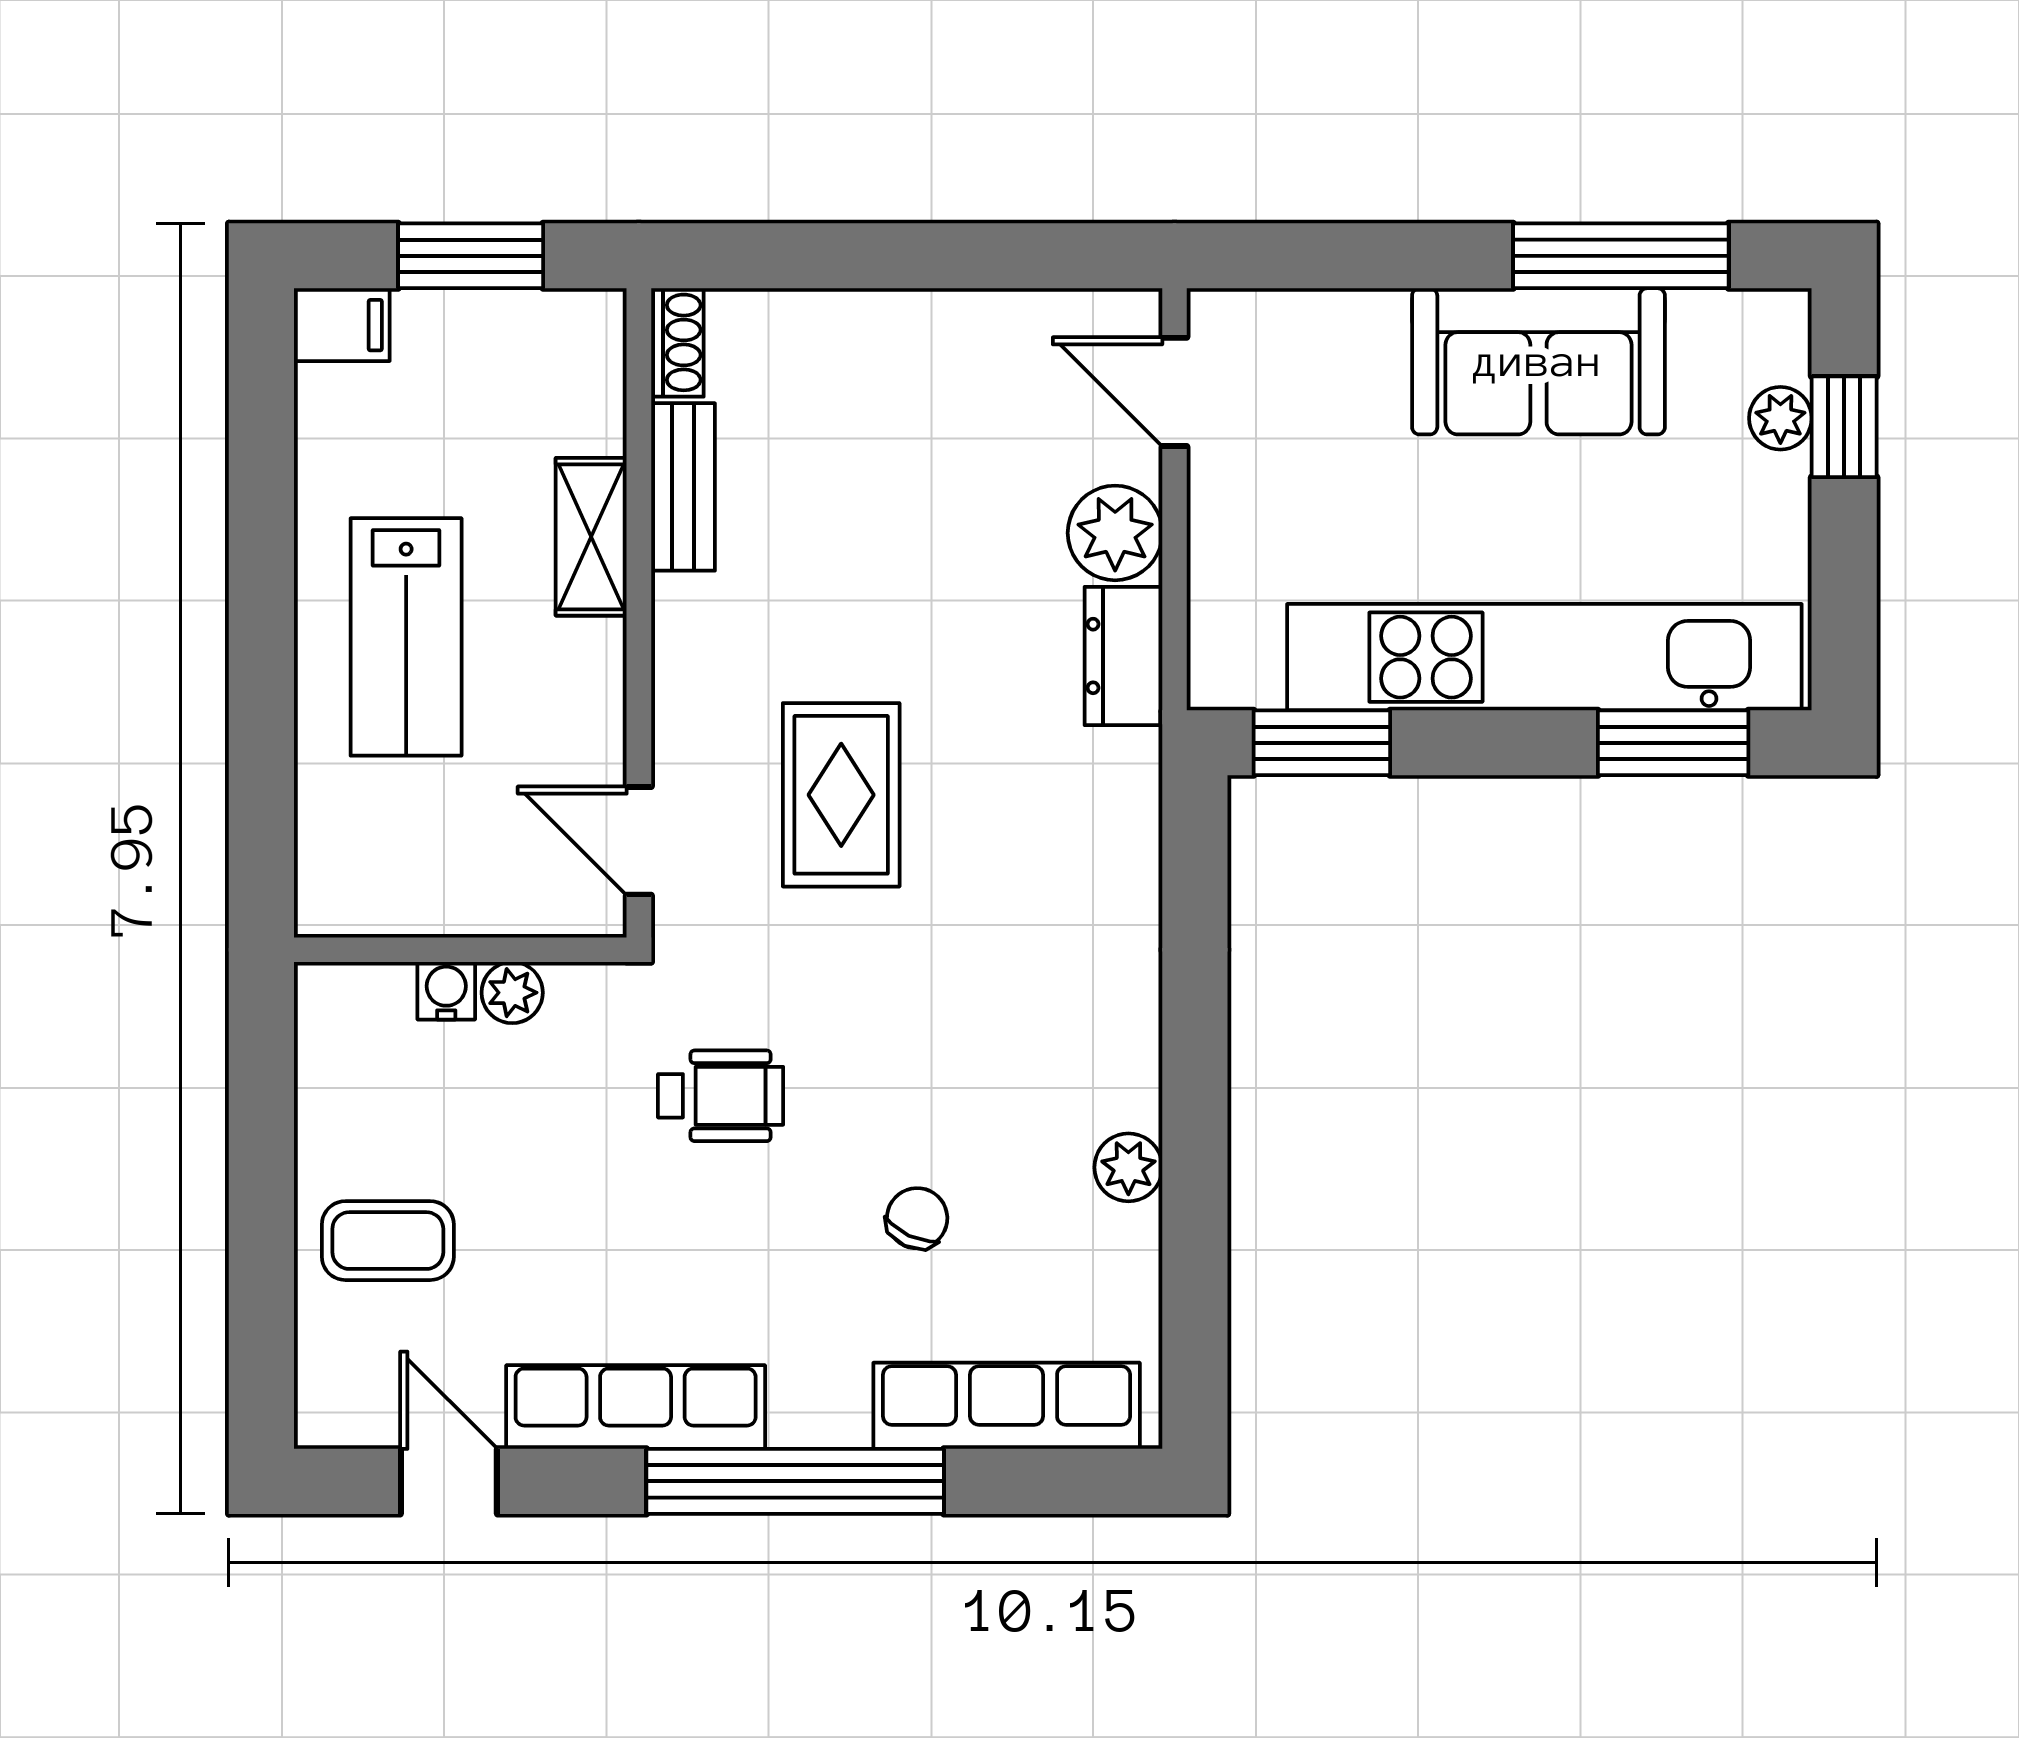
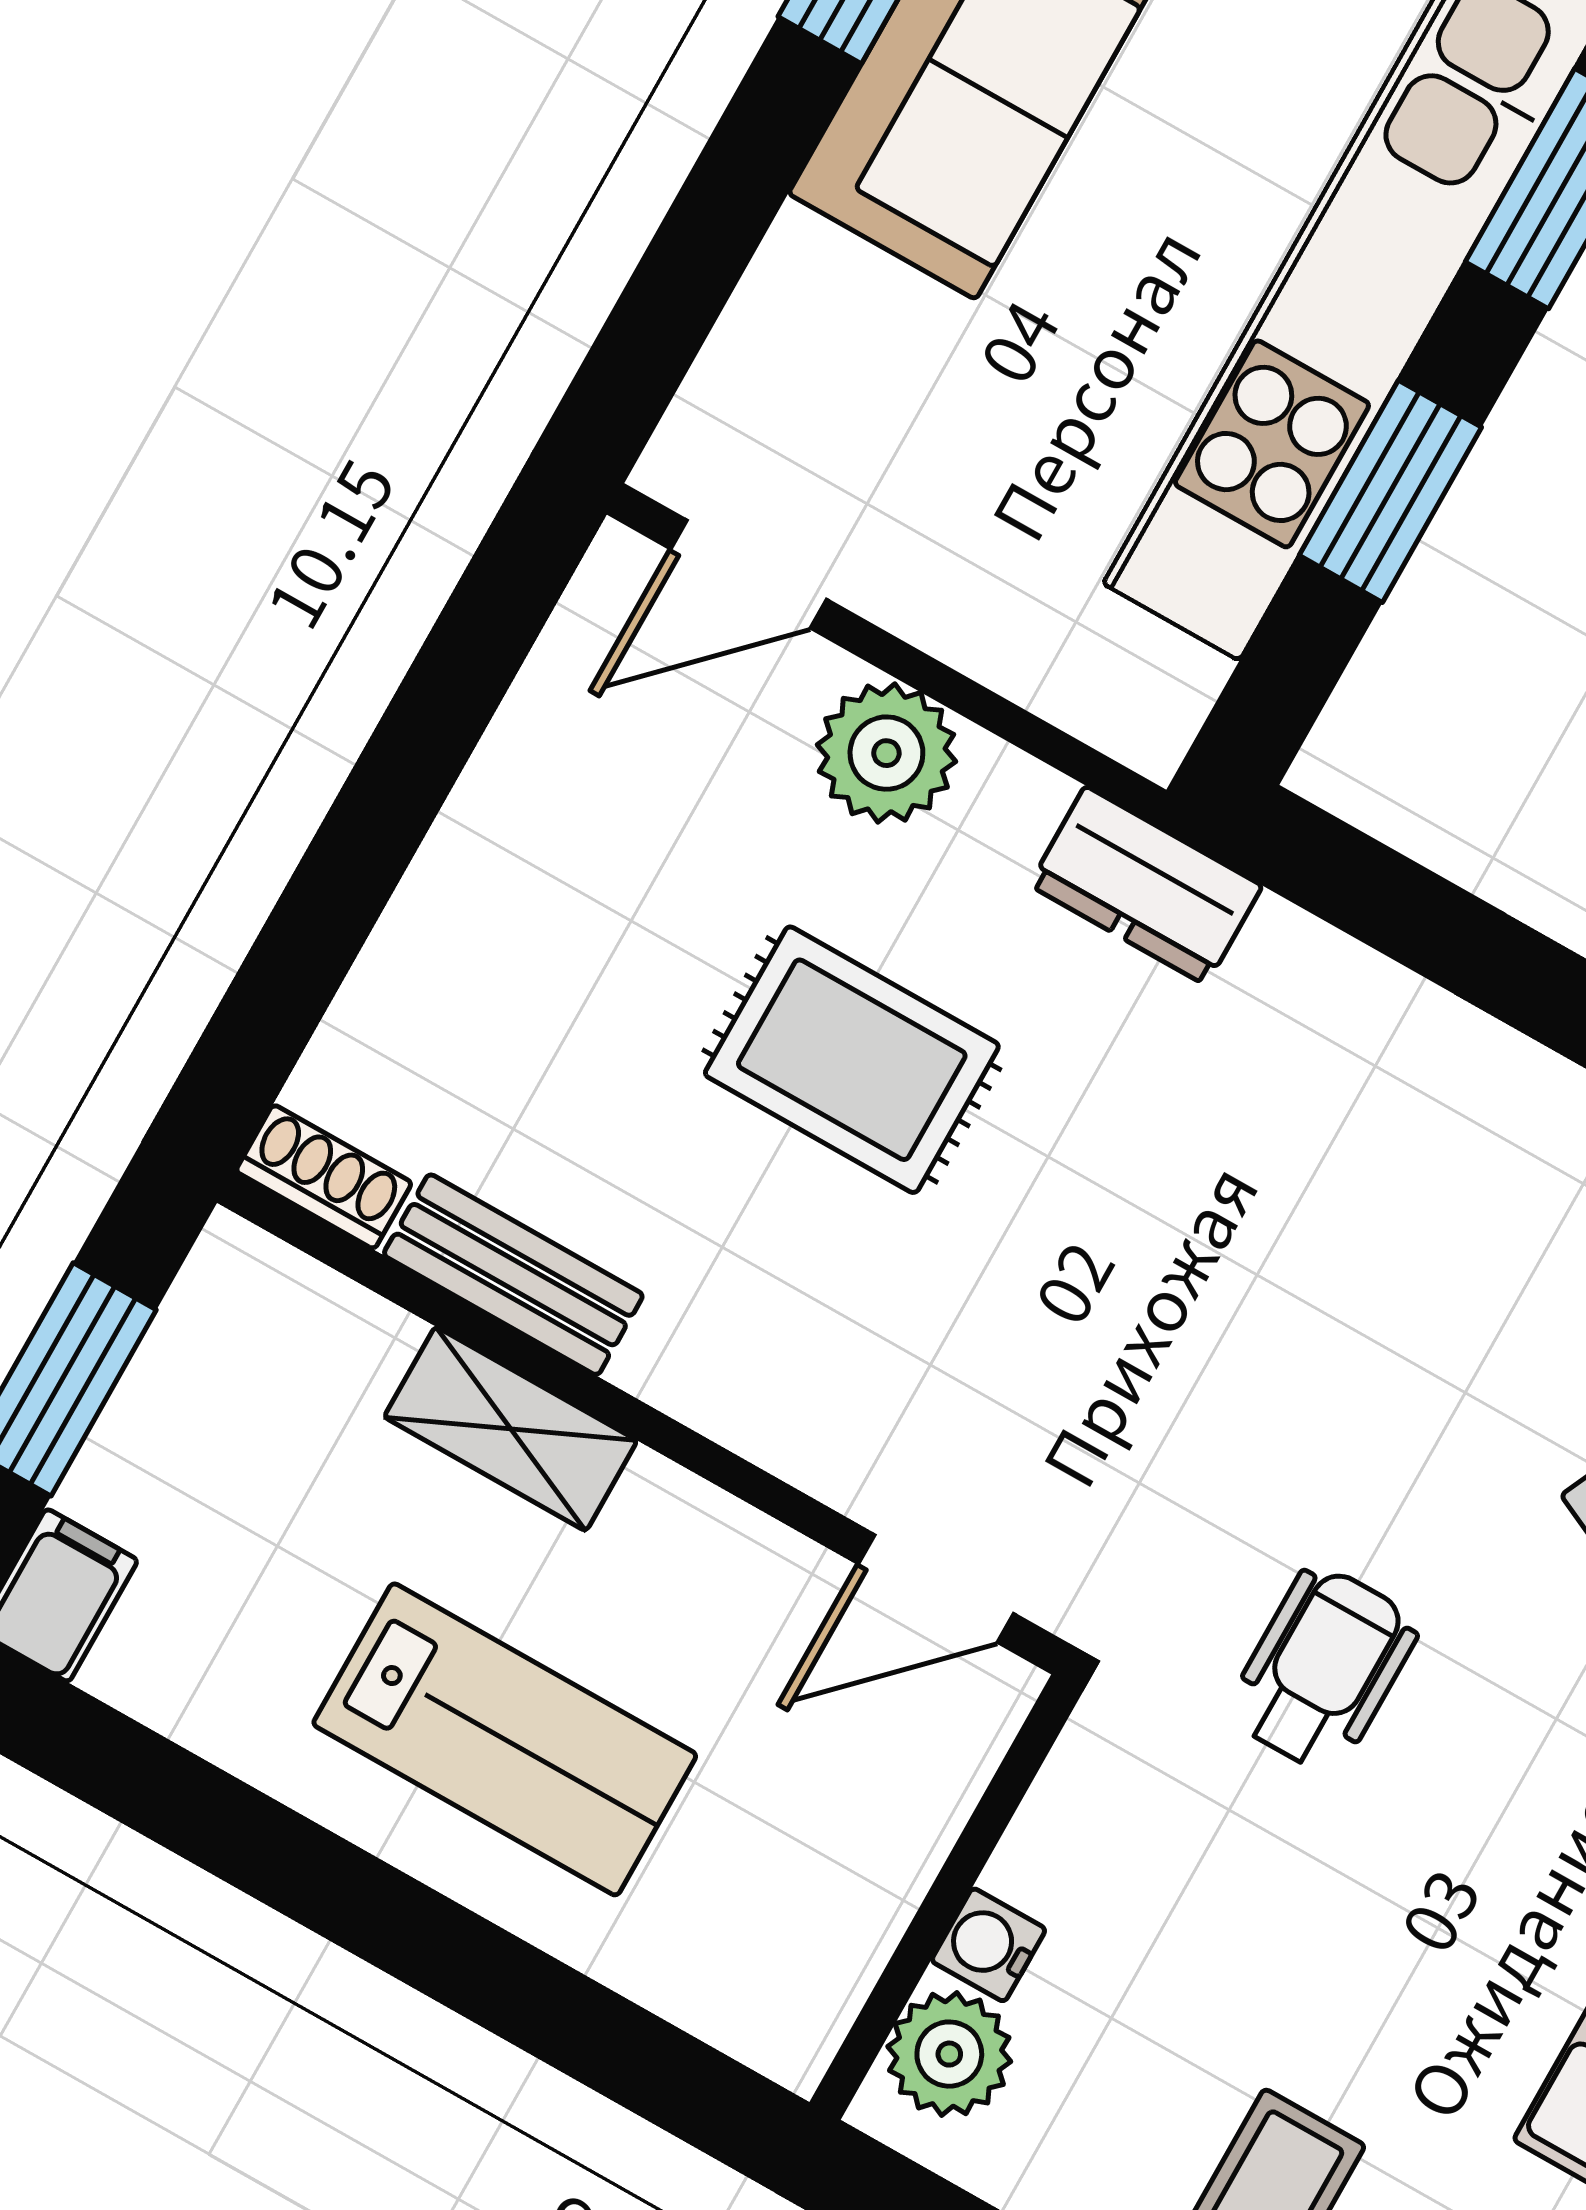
dresser: (1123, 656) -> (1146, 885), moved
window: (1322, 743) -> (1390, 491), moved
rug: (841, 795) -> (852, 1060), moved
plant: (512, 993) -> (949, 2054), moved, width x1.38, depth x1.38

